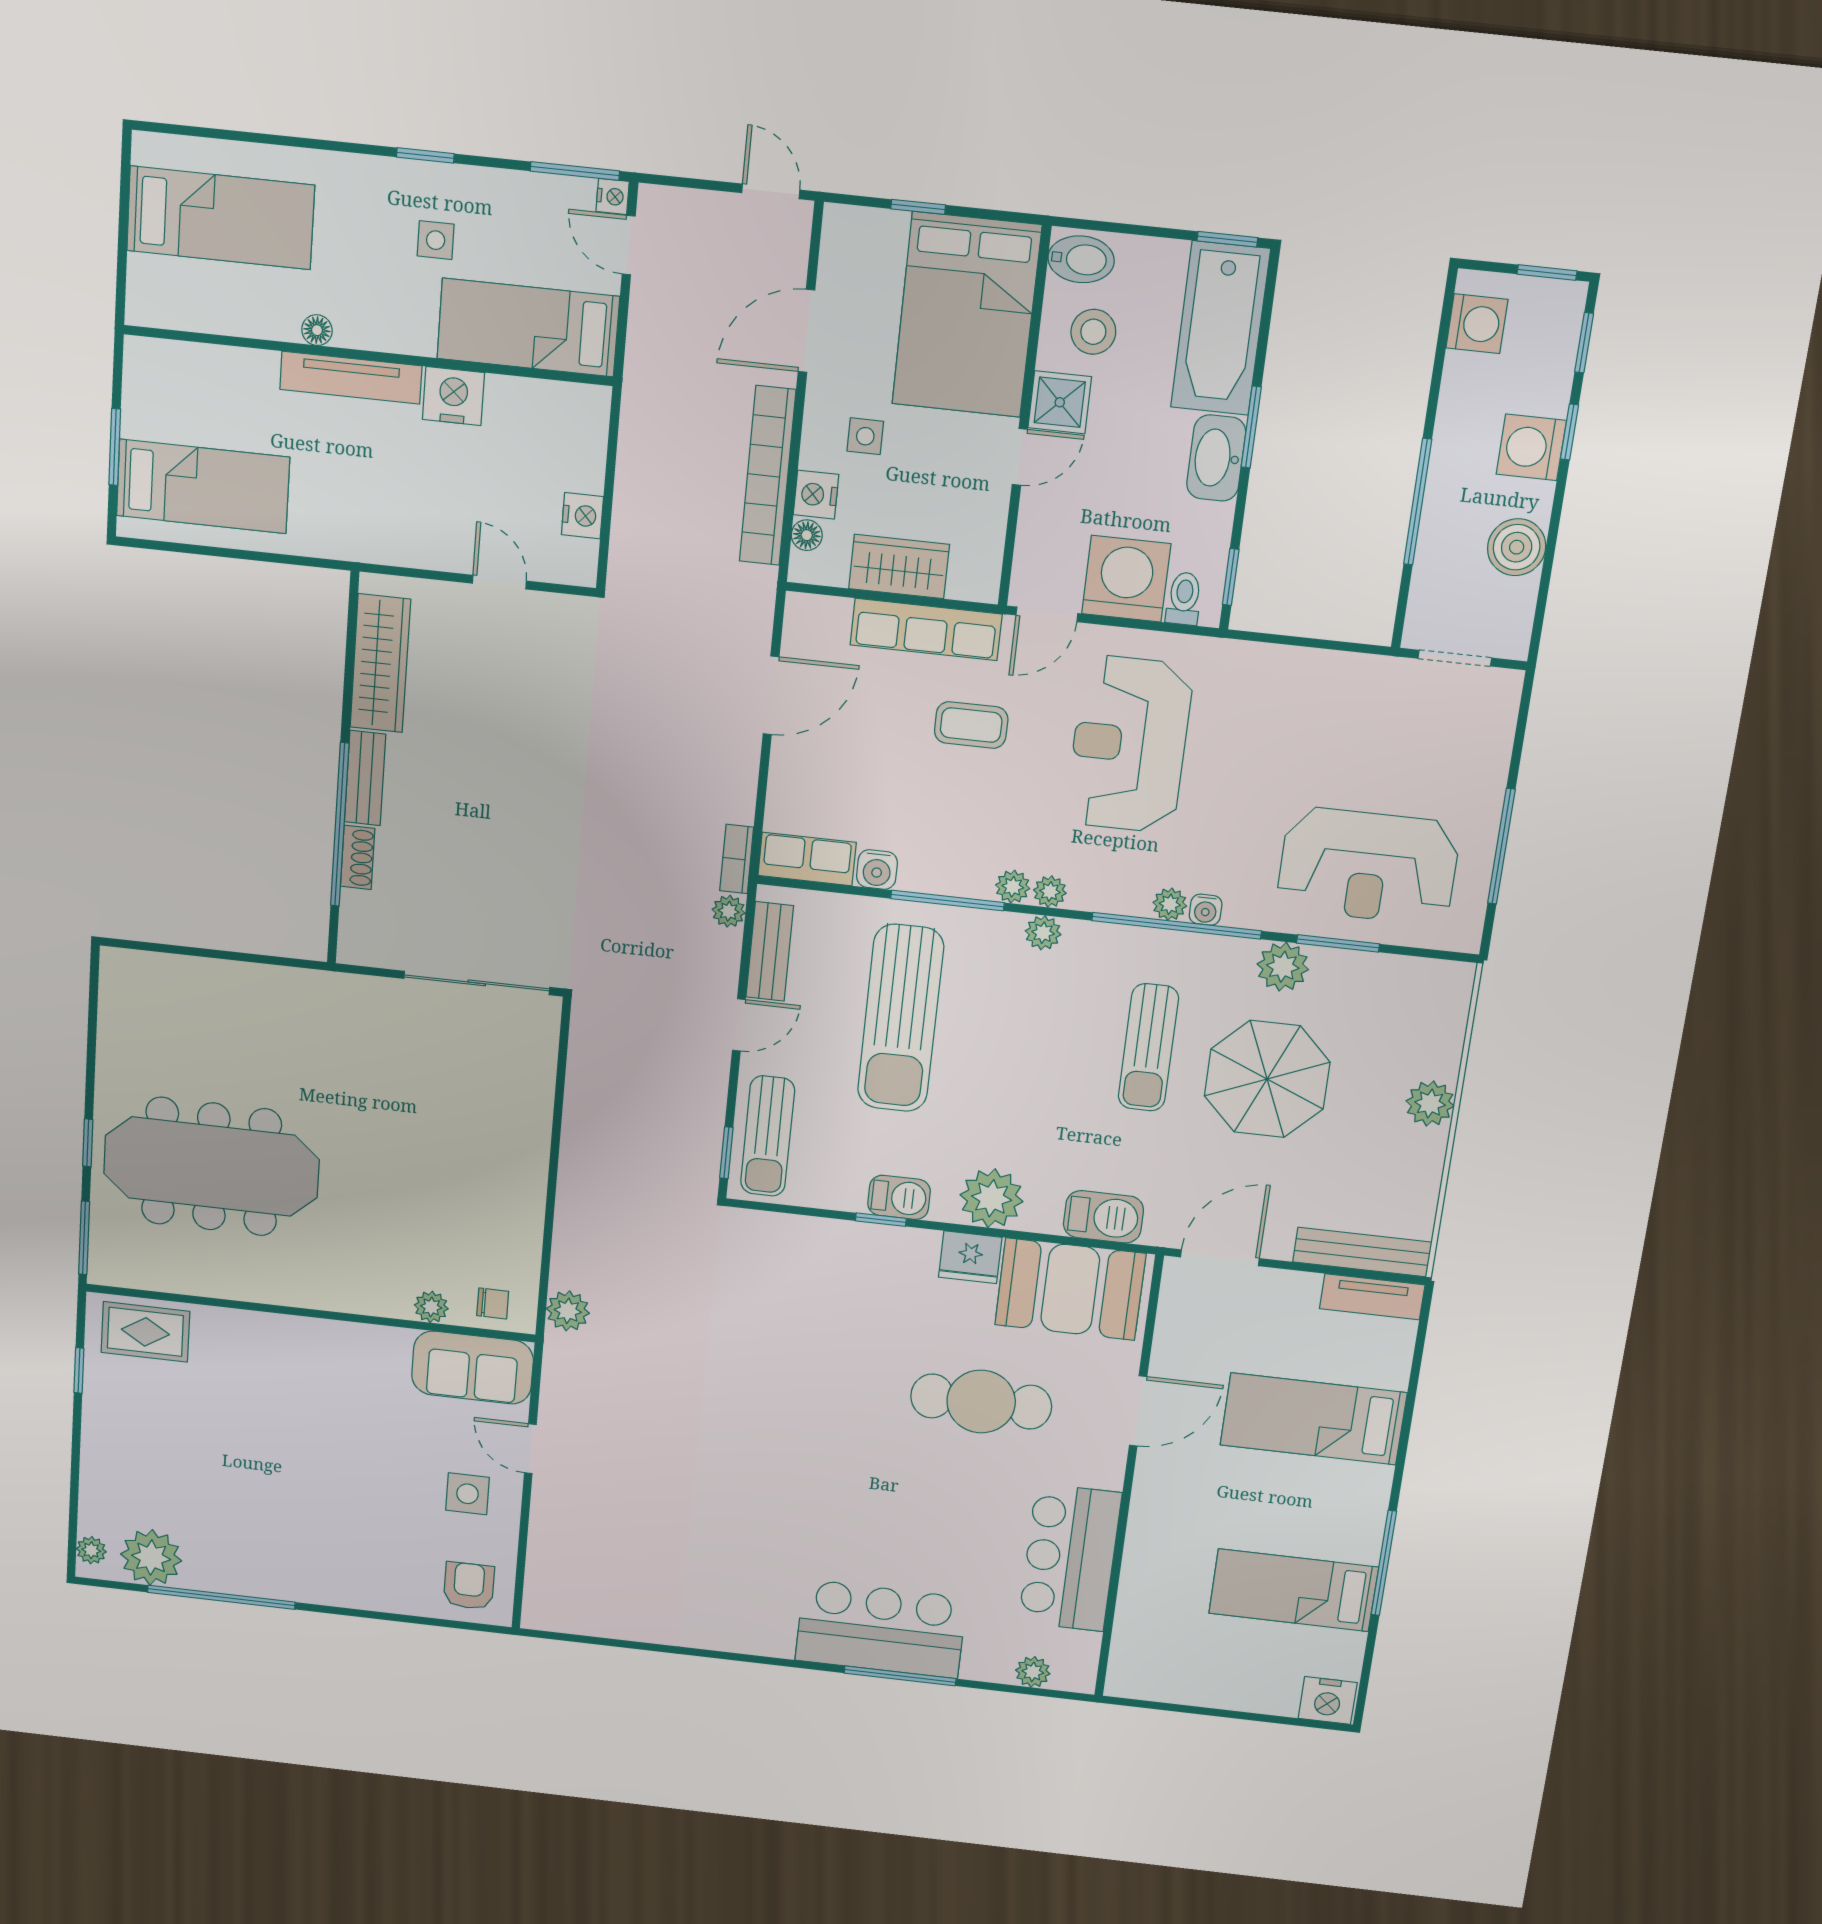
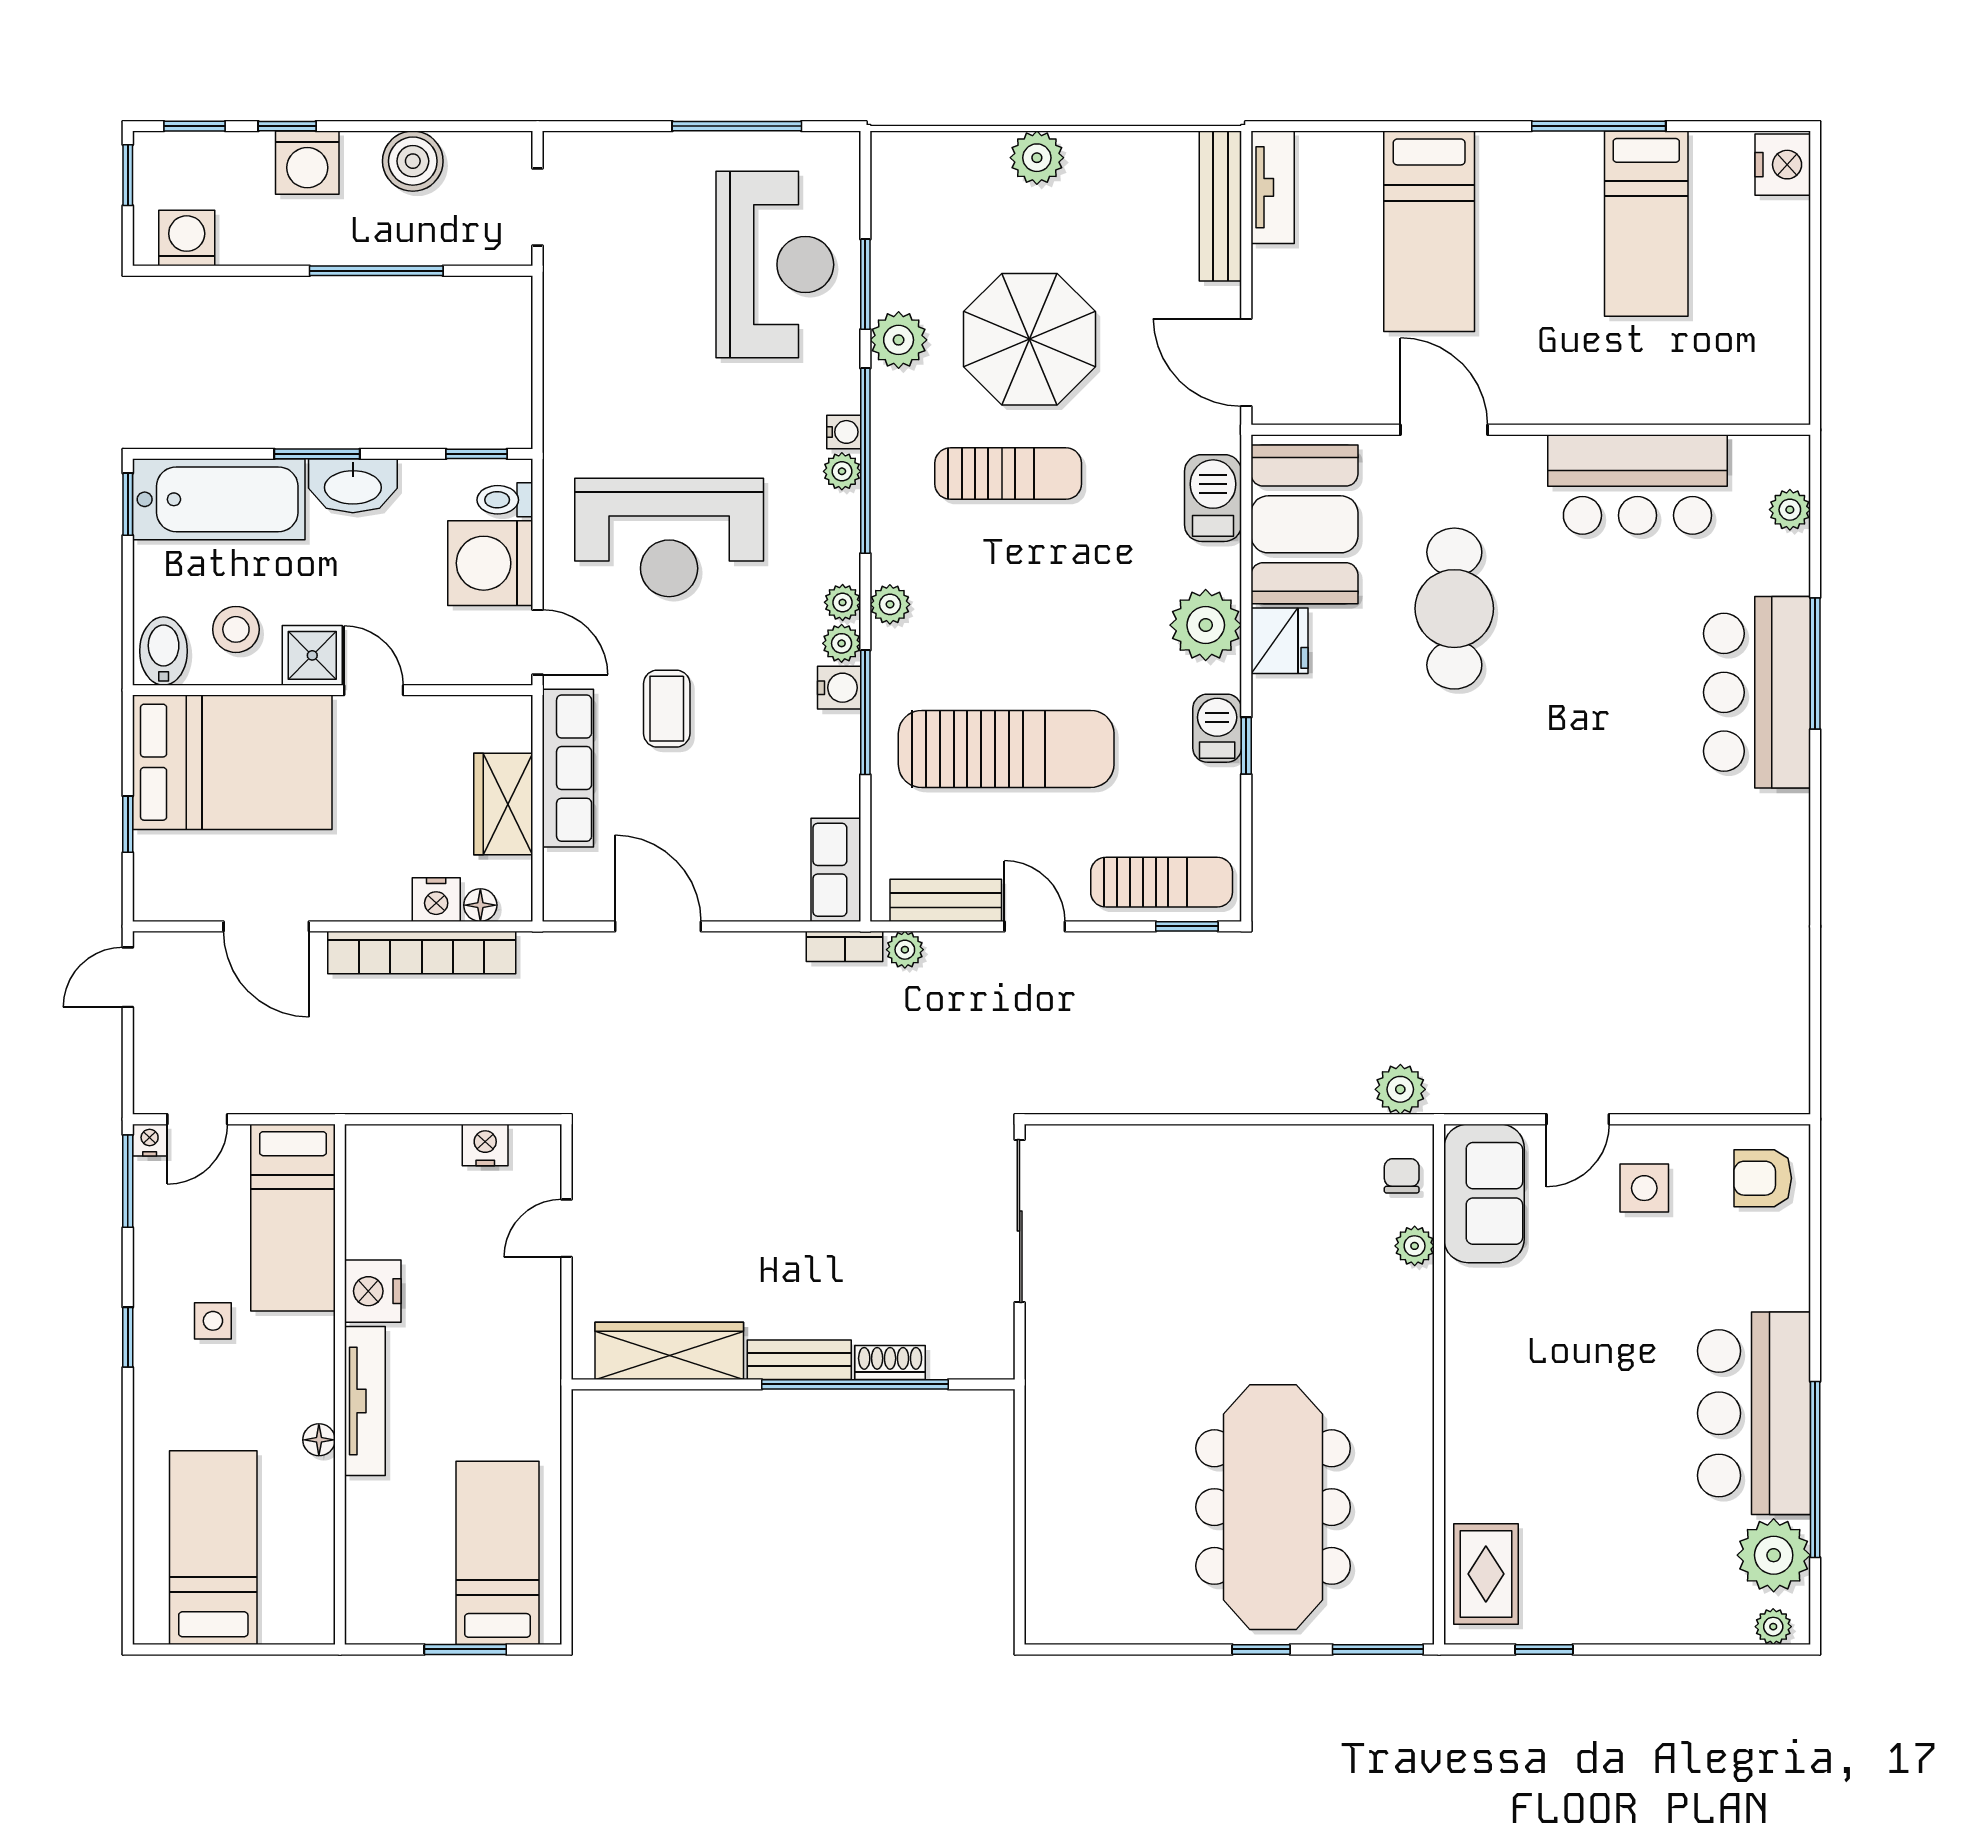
side table: (865, 436) -> (369, 854), removed
water cooler: (877, 870) -> (839, 688), moved
bar counter: (271, 1556) -> (1754, 1413), added

